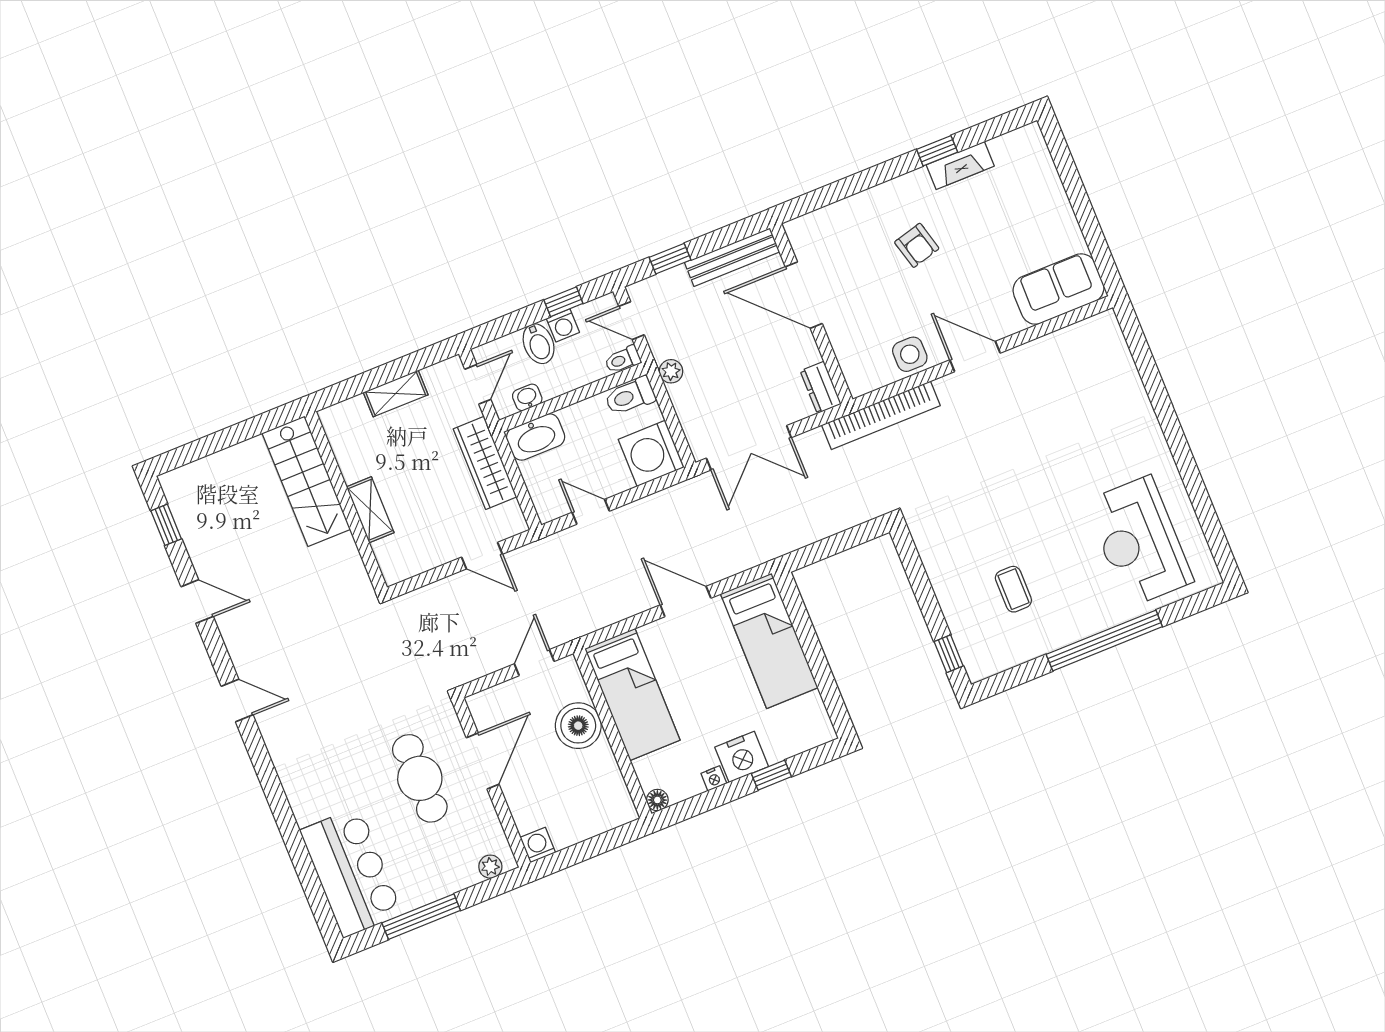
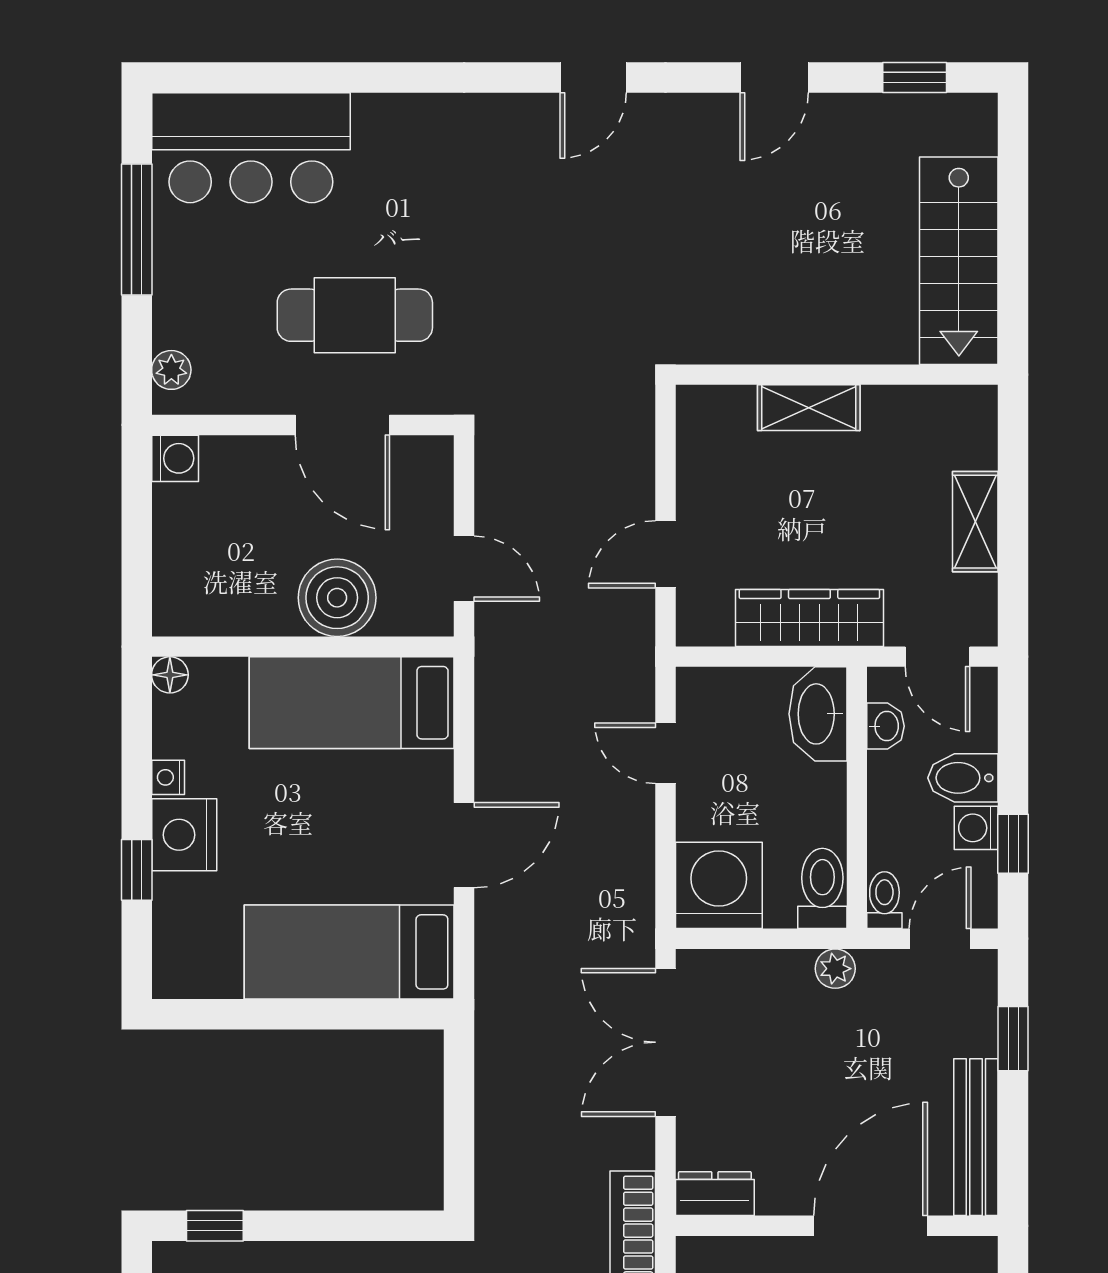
stairs: (306, 481) -> (959, 261), moved, turned -90
door: (591, 512) -> (666, 753), swing flipped

